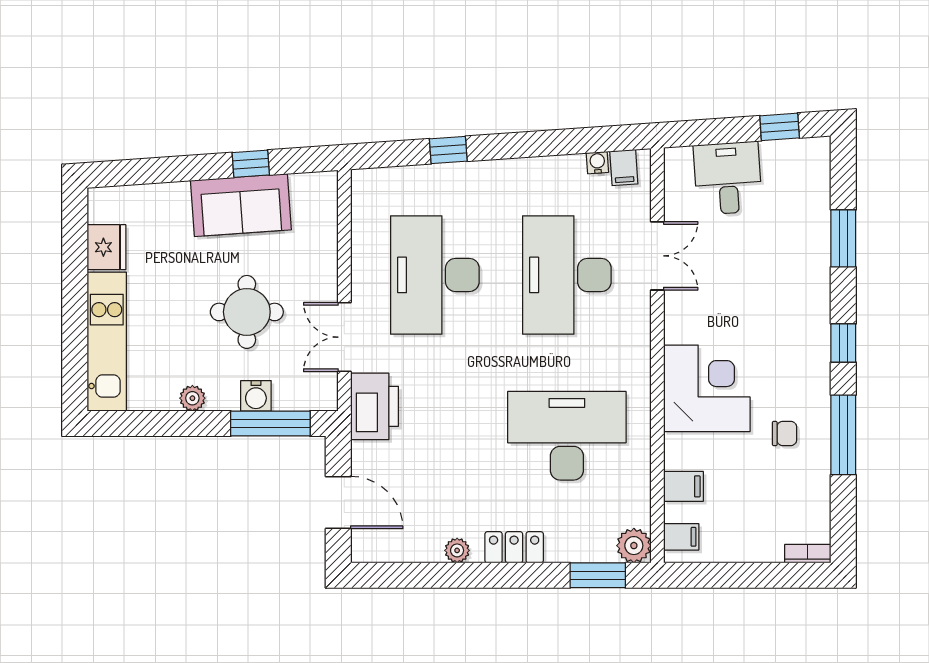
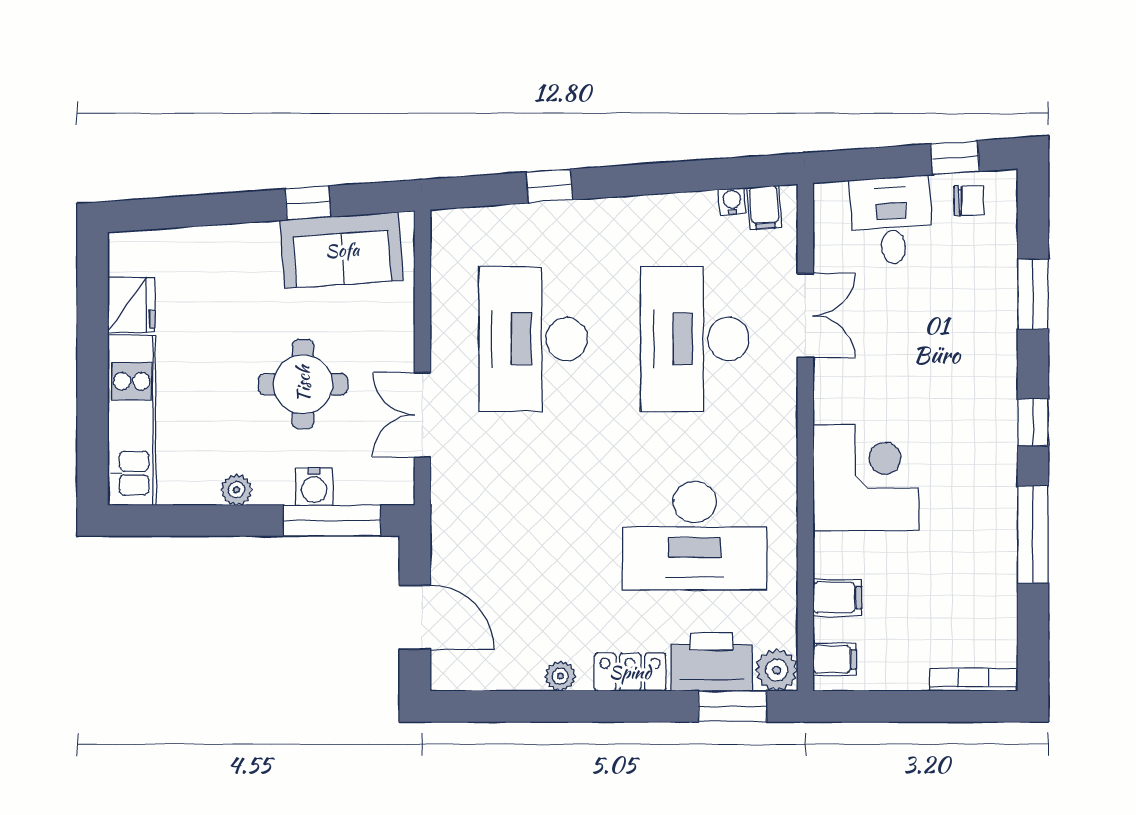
sofa: (241, 205) -> (342, 250), moved
printer: (375, 406) -> (712, 662), moved, turned -90
chair: (785, 433) -> (969, 201), moved
desk: (567, 436) -> (695, 536), turned 180
bookcase: (808, 554) -> (974, 680), width x1.56

